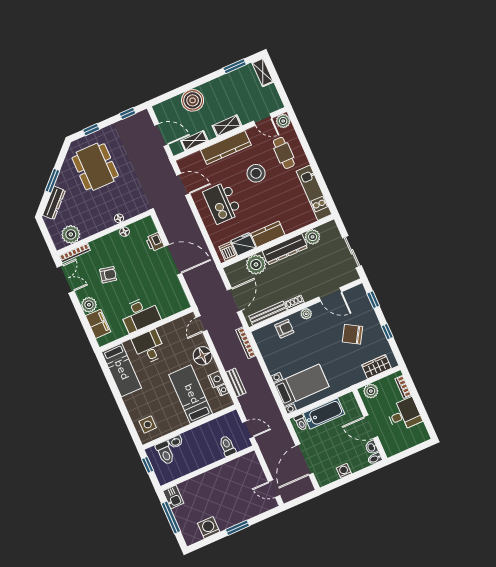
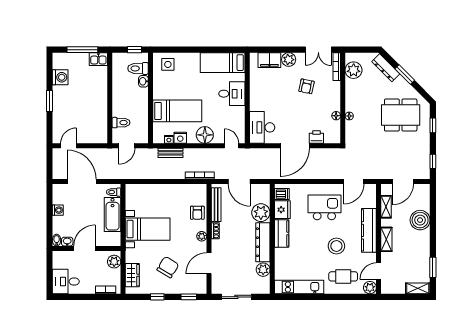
desk: (140, 314) -> (262, 127), moved
bed with nightstands: (302, 385) -> (148, 229), moved, turned -90
desk: (404, 415) -> (66, 281), moved, turned 90

